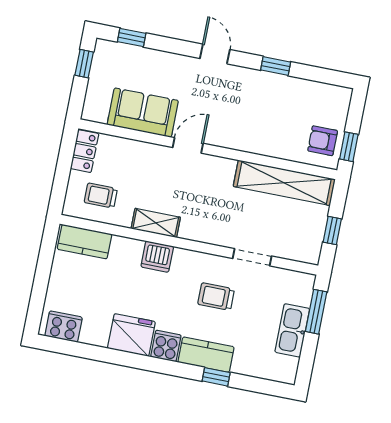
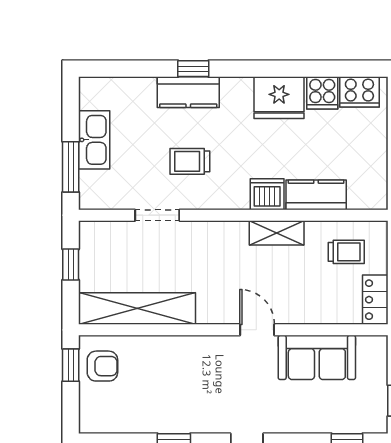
door: (188, 145) -> (257, 330), swing flipped
kitchen counter: (84, 242) -> (316, 195), moved
trolley: (216, 297) -> (190, 161), turned 180
cooker: (166, 346) -> (322, 93), moved
window: (216, 377) -> (193, 69), moved

